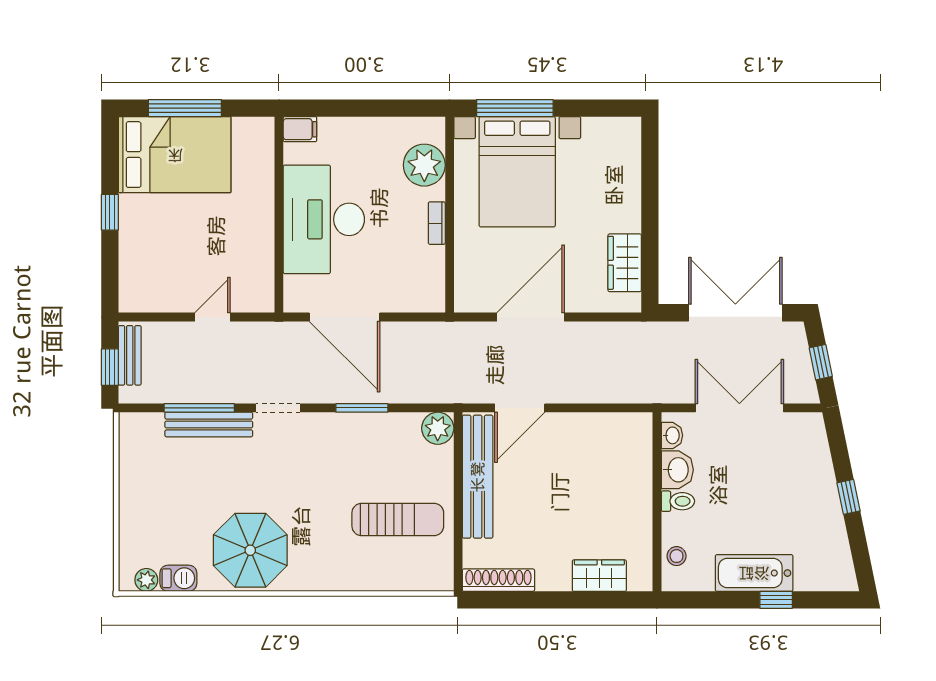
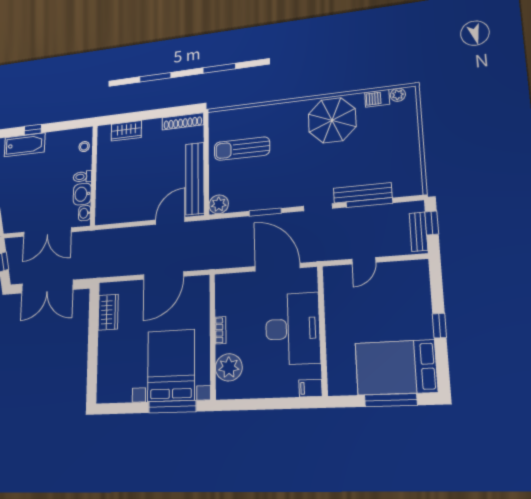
bathtub: (754, 573) -> (25, 145), moved

